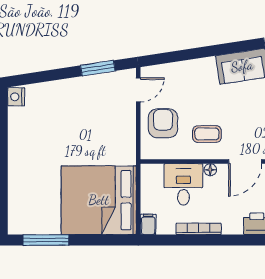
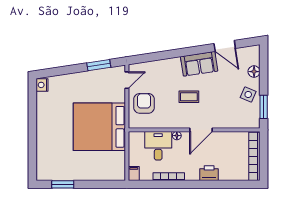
coffee table: (207, 134) -> (189, 97), moved
bed: (99, 200) -> (99, 127), moved
window: (46, 240) -> (63, 184), width x0.69

